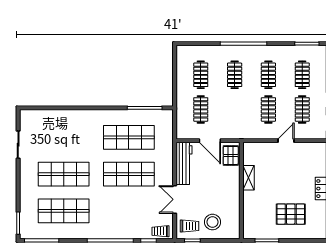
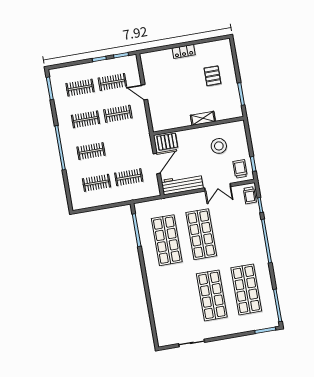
shelving: (248, 178) -> (203, 118), moved
pallet: (291, 214) -> (212, 76), width x0.67, depth x0.71
stool: (212, 222) -> (219, 146), moved

